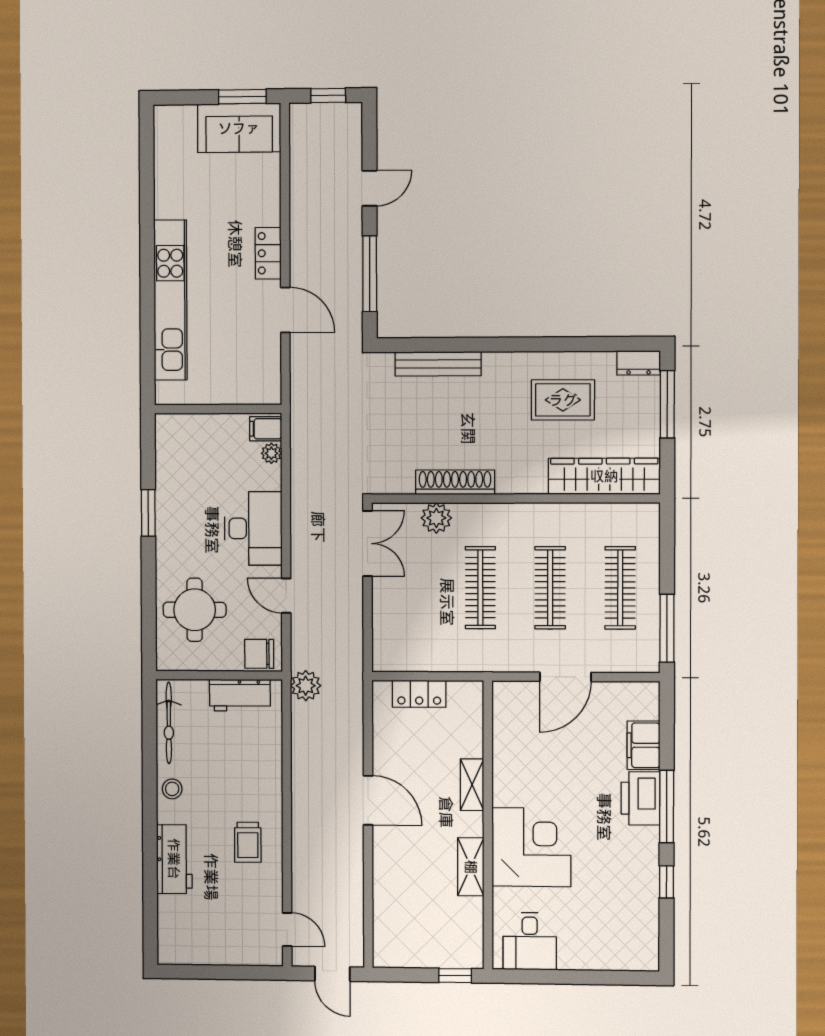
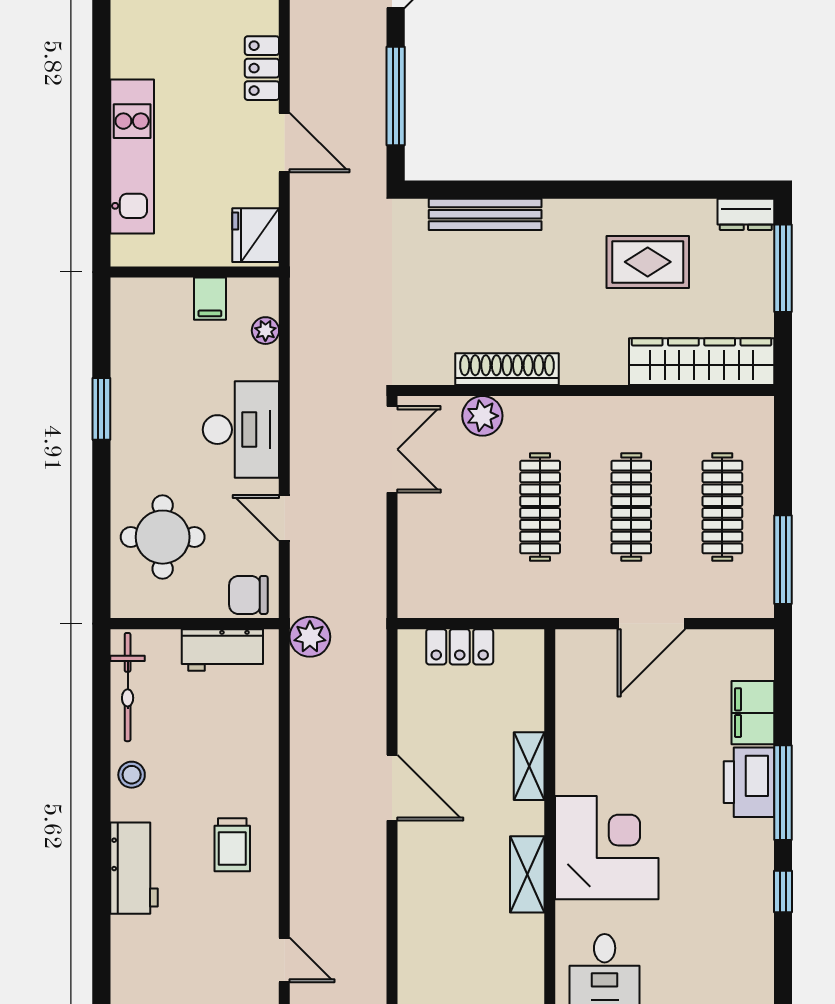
kitchen unit: (170, 300) -> (132, 157), width x0.73
fridge: (264, 381) -> (256, 235), added
filing cabinet: (266, 429) -> (210, 299), moved, turned -90

